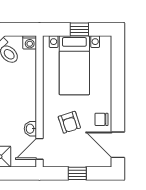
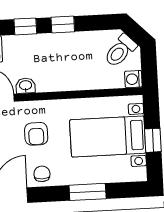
window: (118, 84) -> (88, 192), added
armchair: (69, 122) -> (36, 134), turned -72

